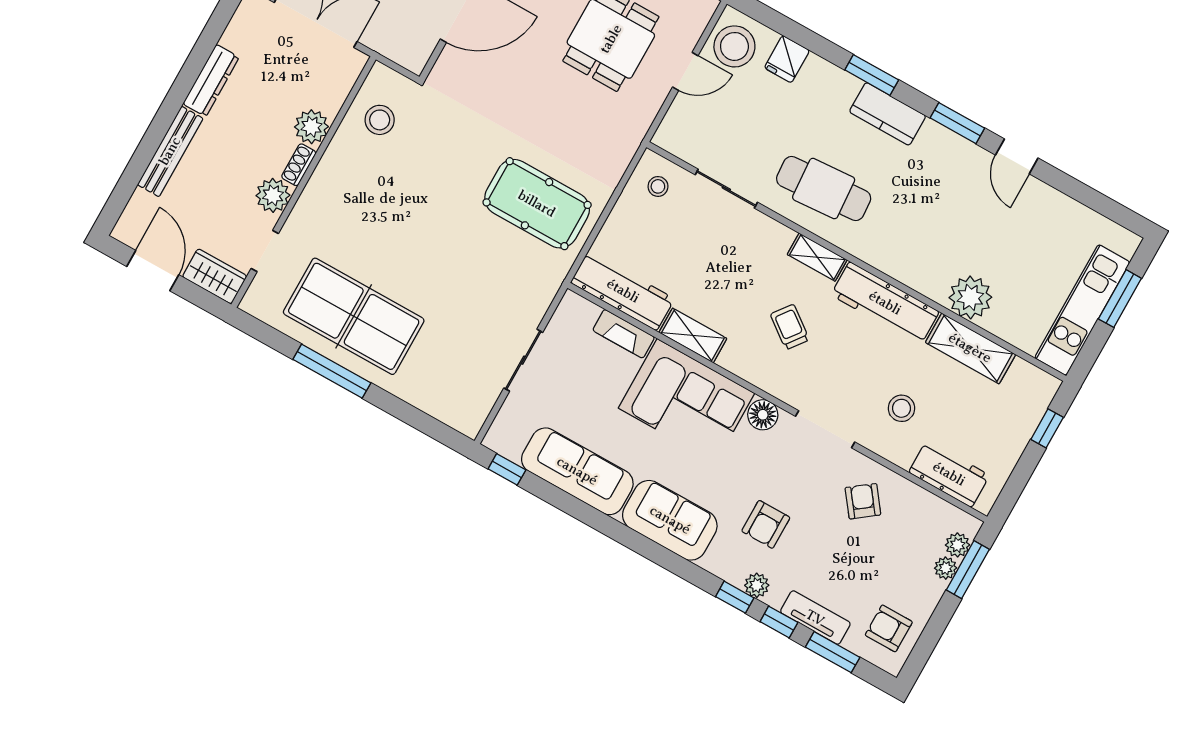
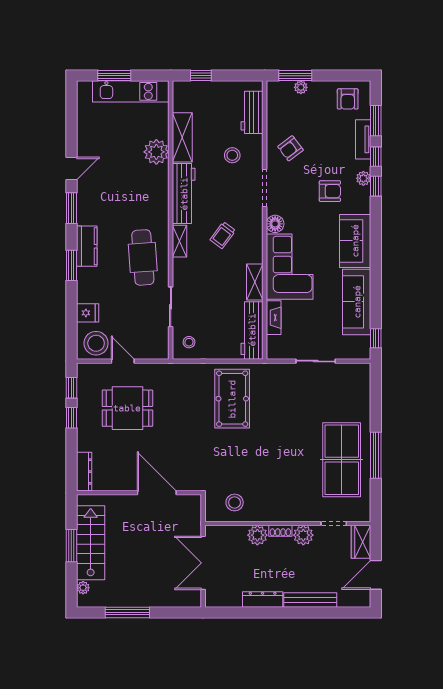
plant: (958, 545) -> (286, 88), removed

